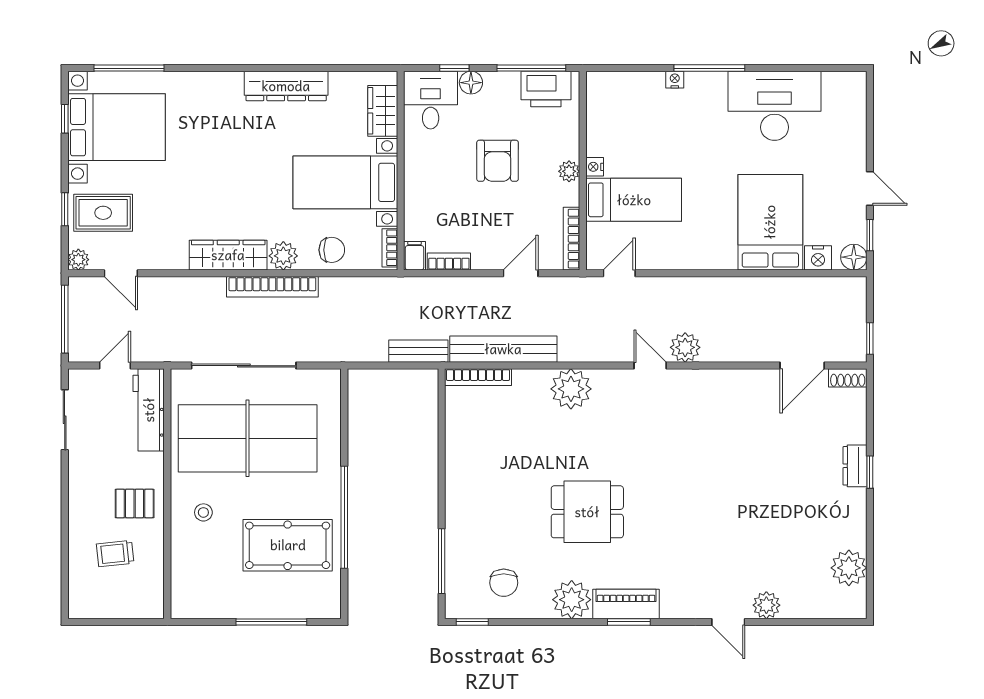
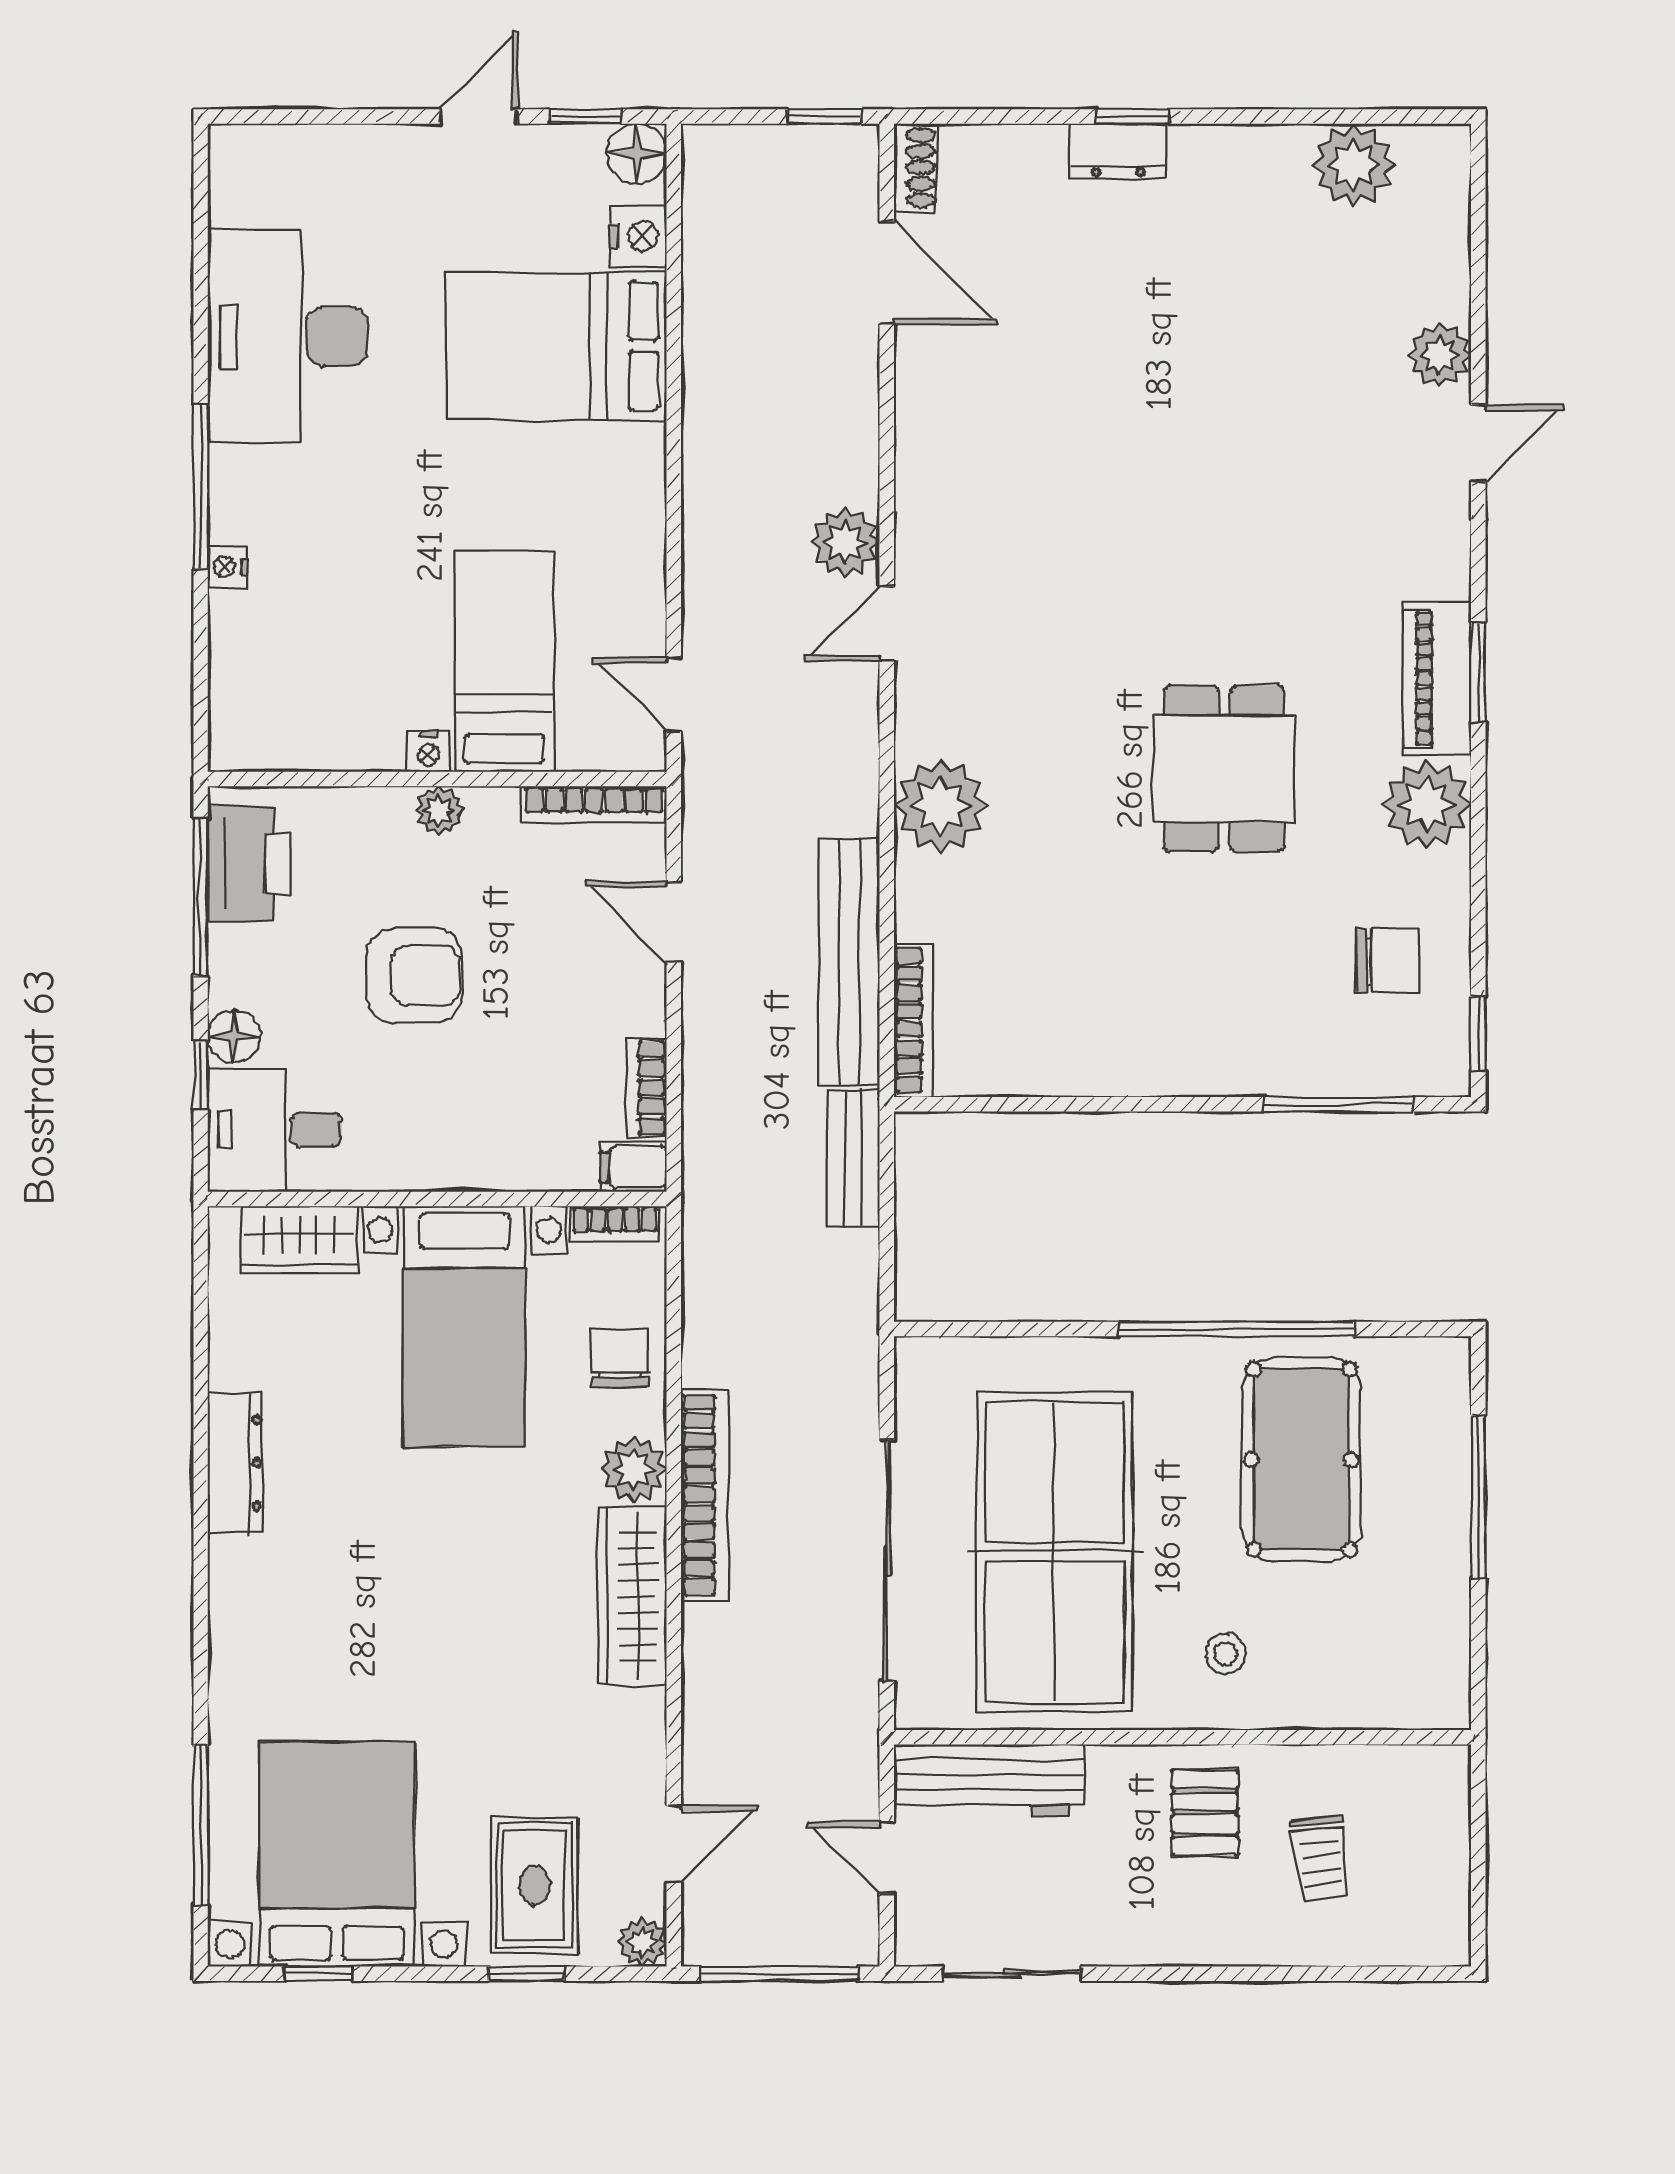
dresser: (286, 86) -> (235, 1463), width x0.73, depth x0.80

